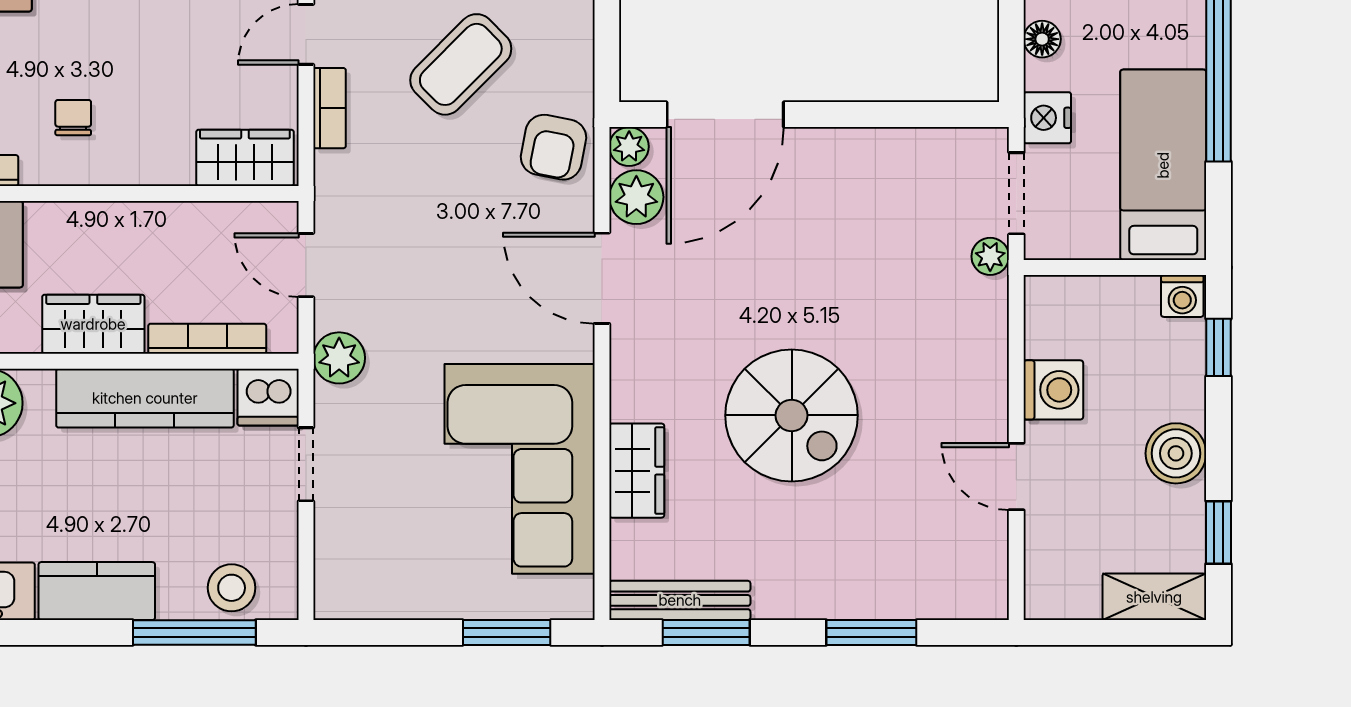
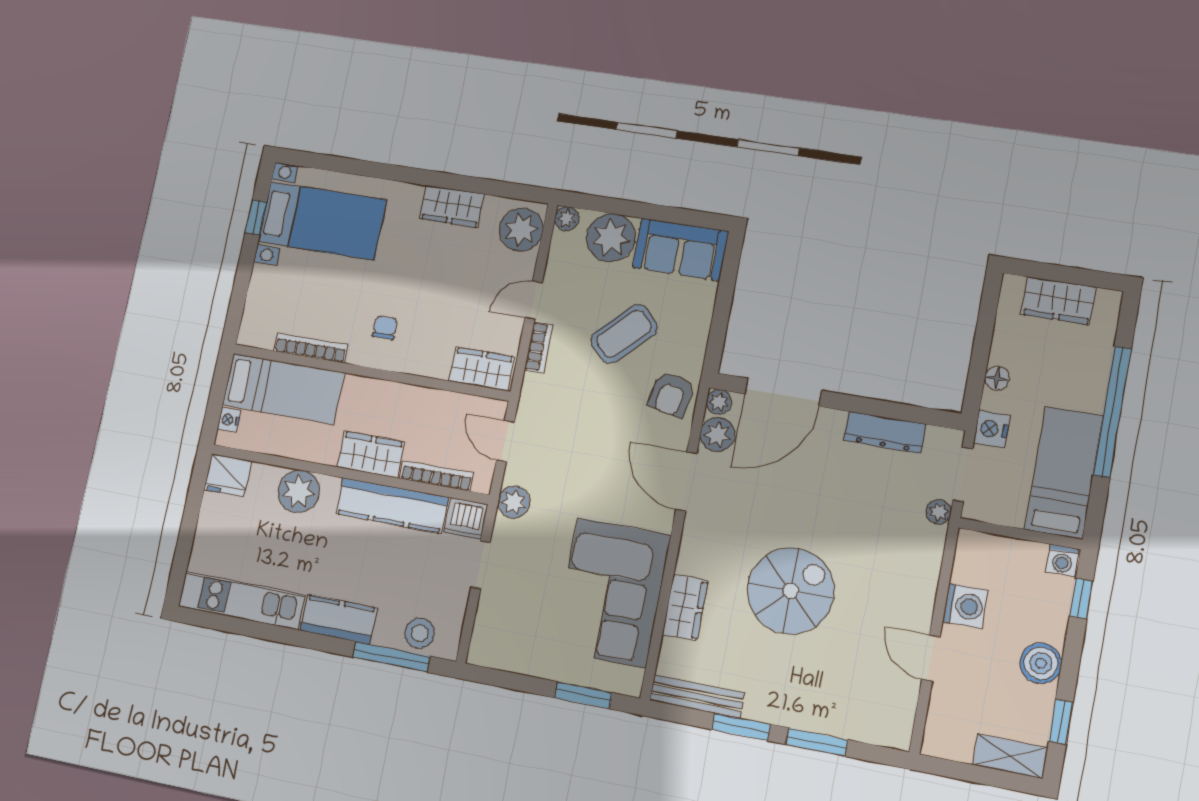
dresser: (889, 150) -> (885, 432), added
spiral stairs: (792, 415) -> (791, 591), turned -90
window: (706, 632) -> (741, 727), moved

